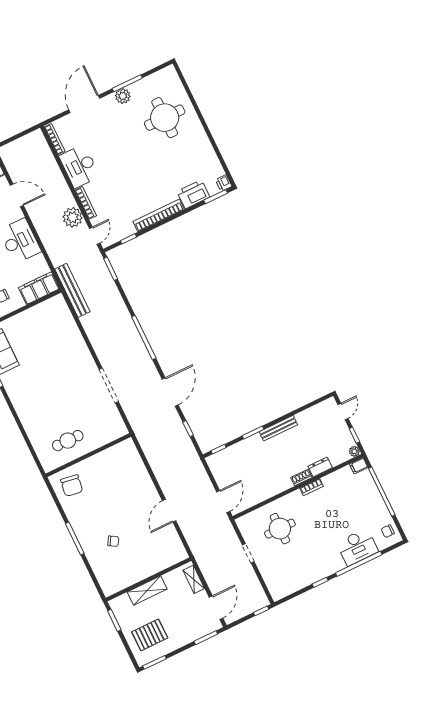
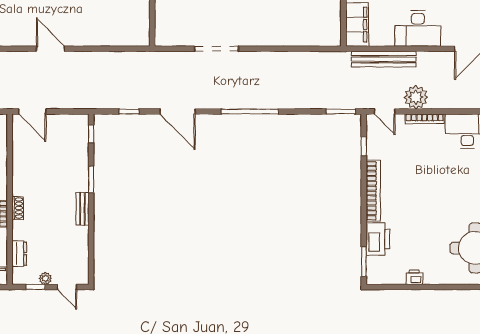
printer: (224, 183) -> (414, 277), moved
bench: (72, 290) -> (384, 59), moved
bench: (278, 428) -> (82, 209), width x0.73
plant: (354, 451) -> (45, 278), moved
dresser: (320, 467) -> (19, 254), moved

